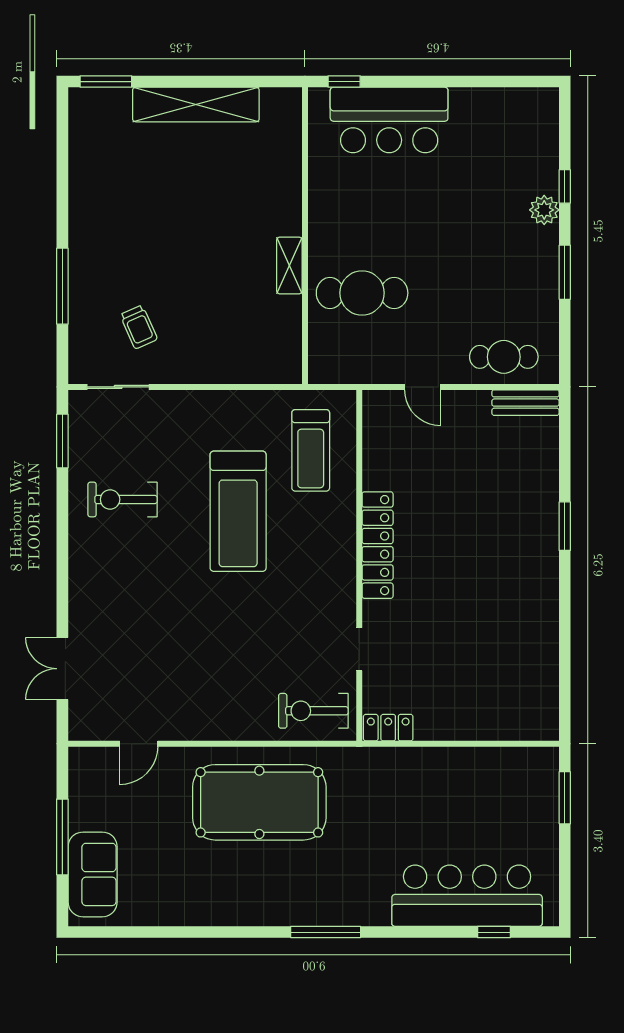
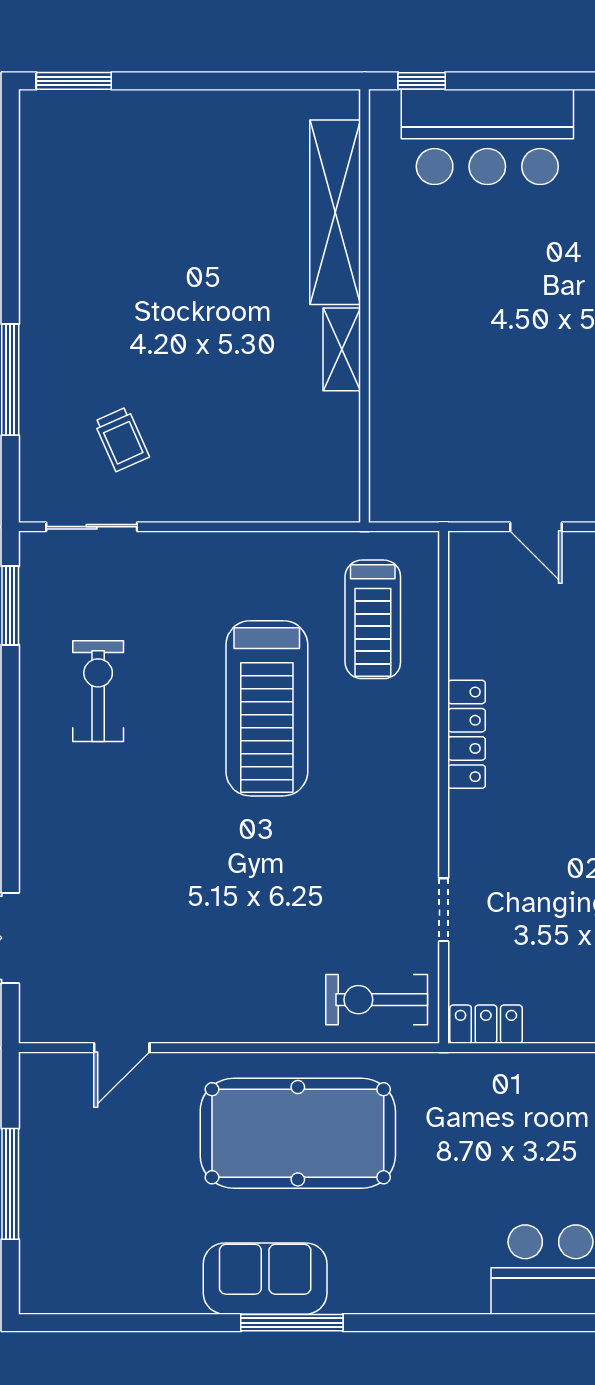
shelving: (196, 105) -> (335, 212), moved, turned 90
cafe table: (362, 293) -> (448, 390), removed
exercise bike: (123, 499) -> (98, 691), turned 90
locker: (378, 545) -> (467, 734), width x0.71, depth x0.83
sofa: (93, 874) -> (265, 1279), moved, turned -90
window: (326, 932) -> (292, 1323), moved

